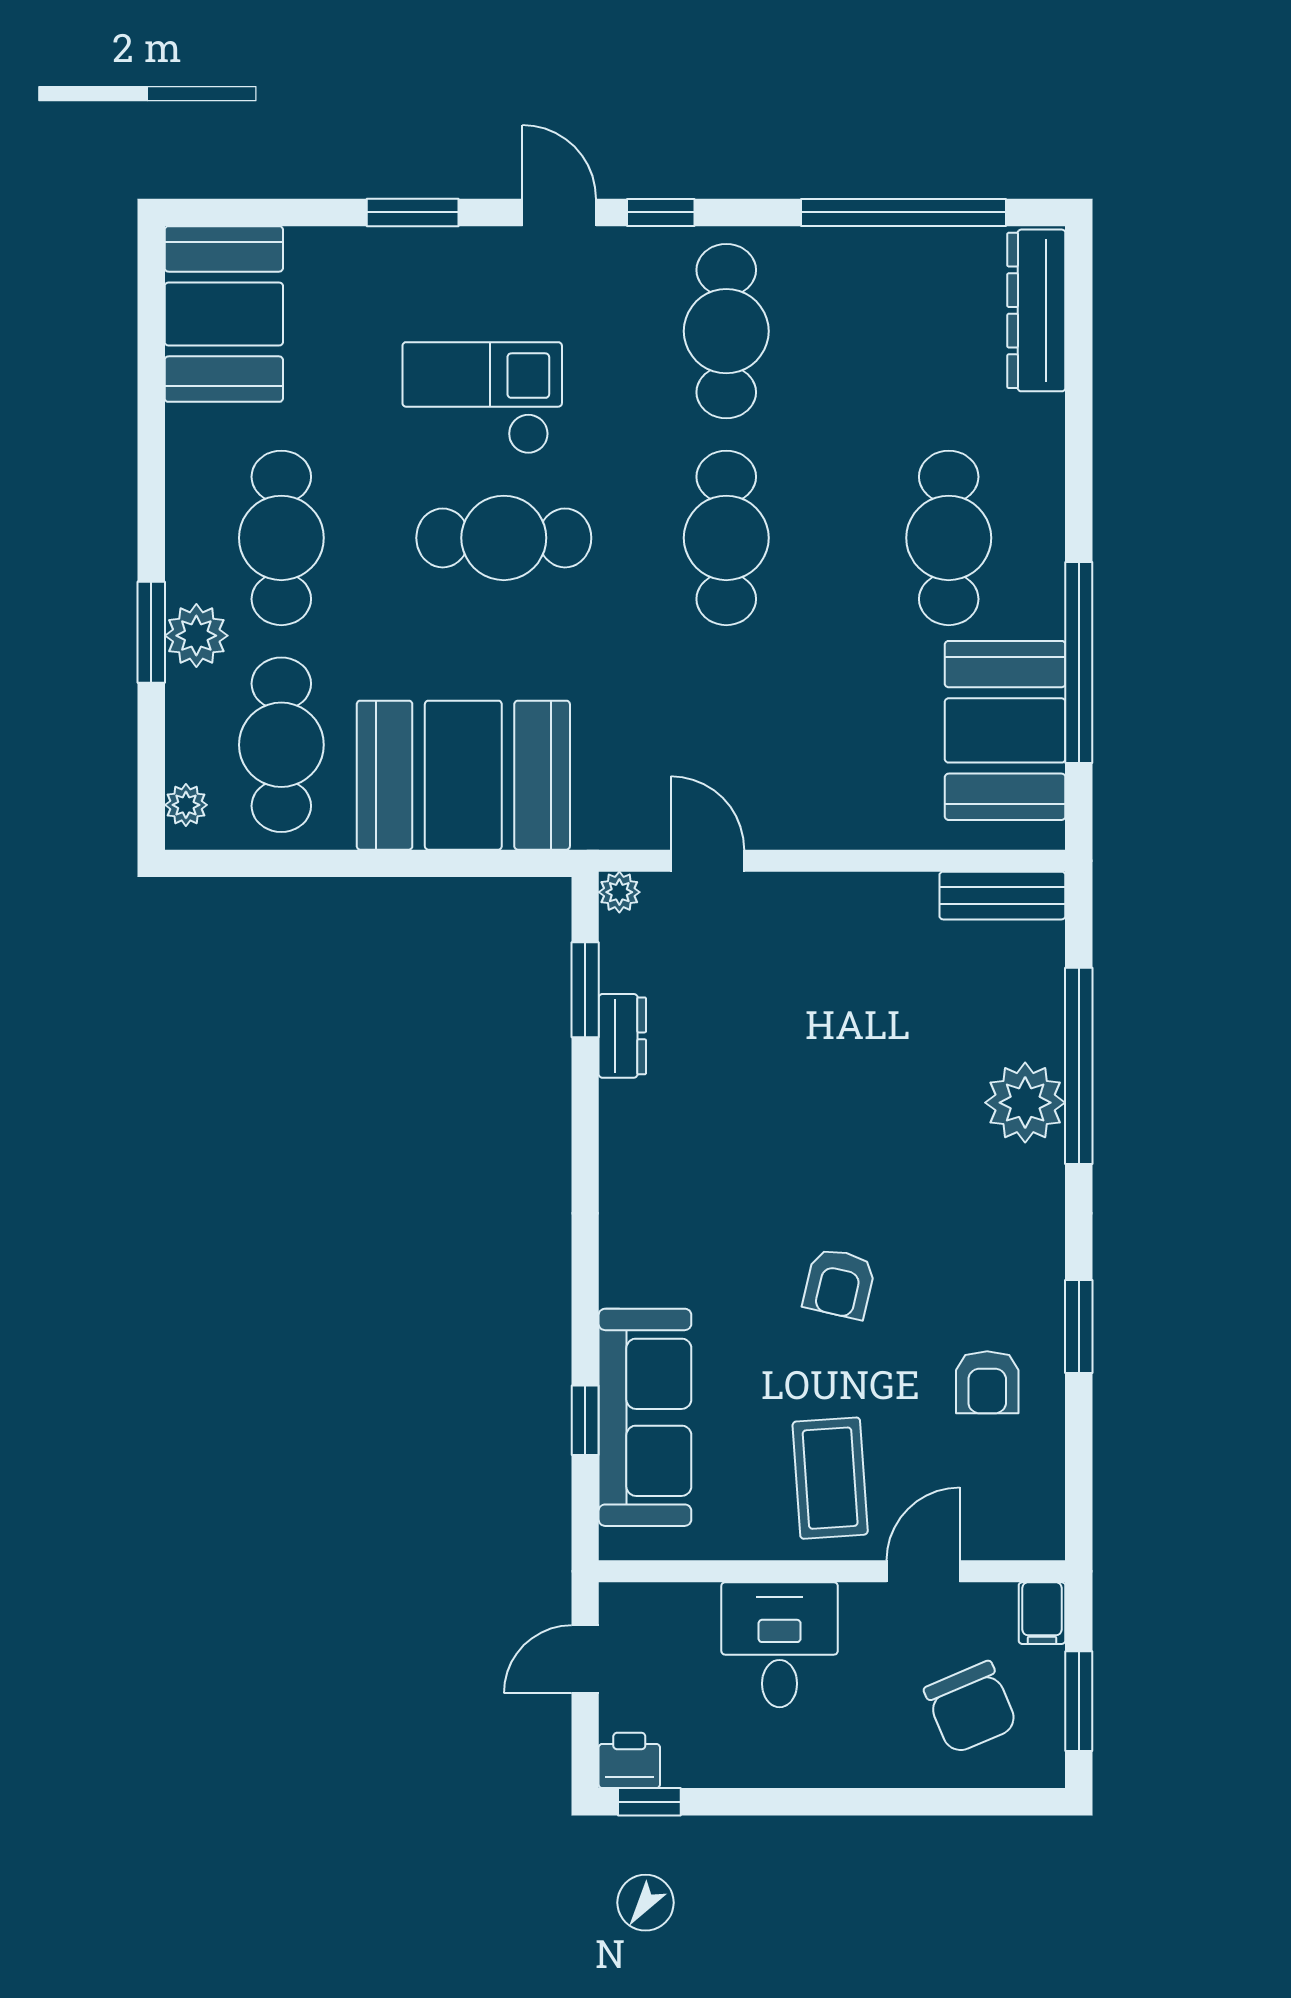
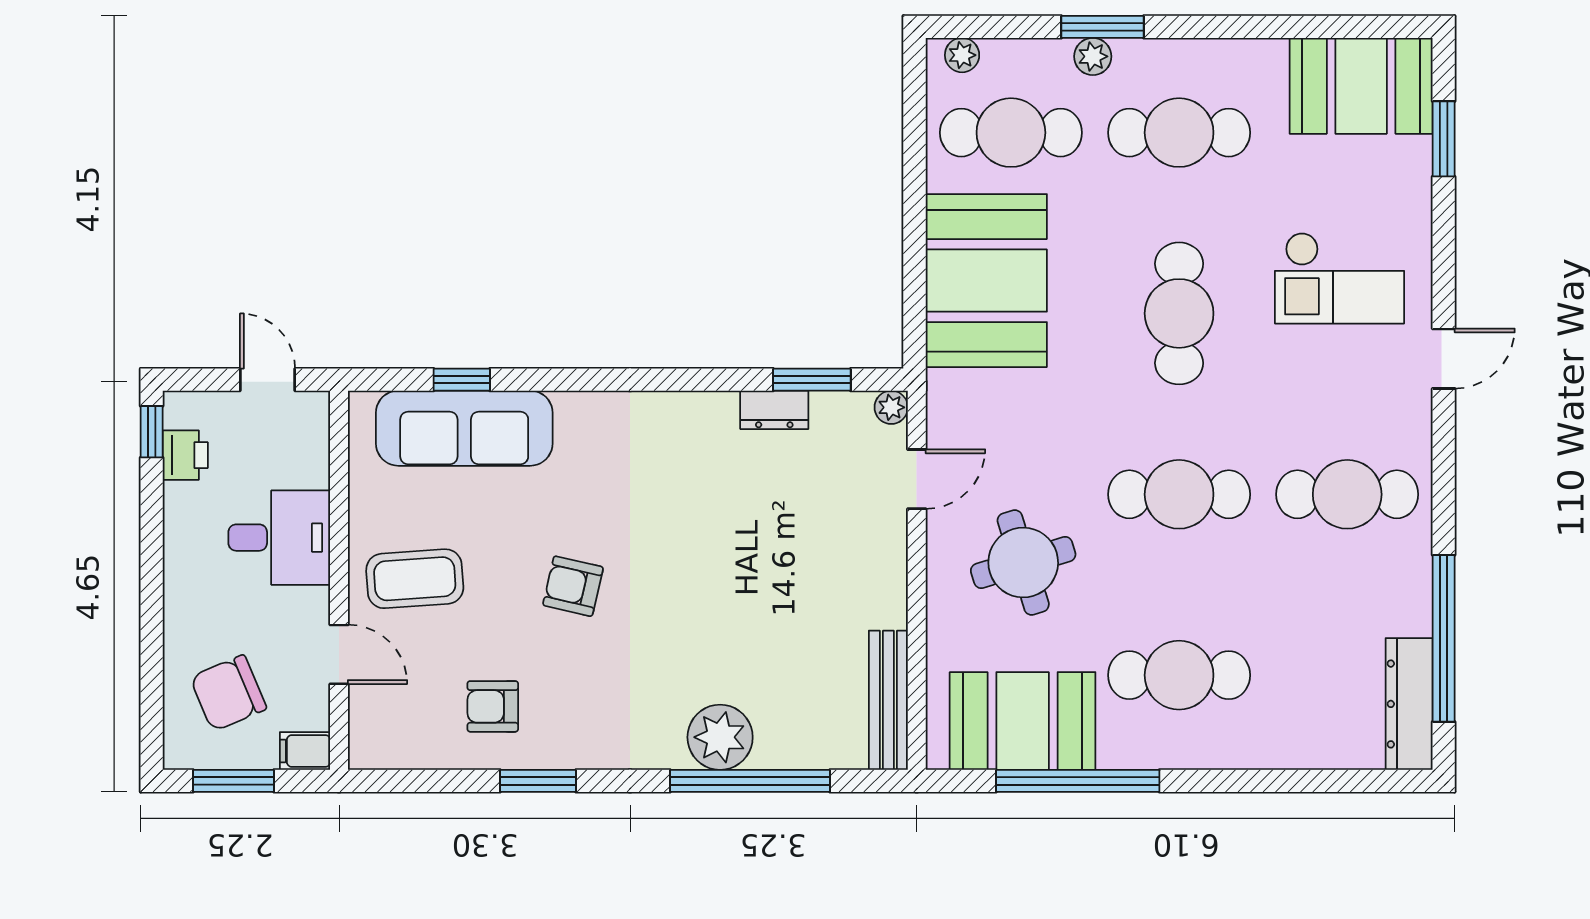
window: (413, 212) -> (1444, 139), moved
window: (661, 212) -> (1444, 441), removed
dresser: (1036, 310) -> (1409, 704), moved, turned -90
checkout: (482, 398) -> (1339, 278), moved, turned 90
plant: (196, 636) -> (1093, 56), width x0.73, depth x0.73
round table: (810, 730) -> (1023, 563), added
bench: (1002, 896) -> (888, 700), width x1.36
printer: (629, 1760) -> (185, 455), moved

